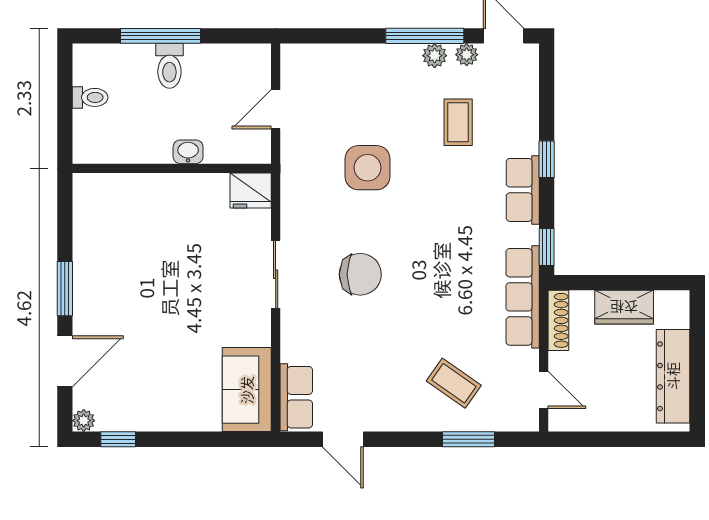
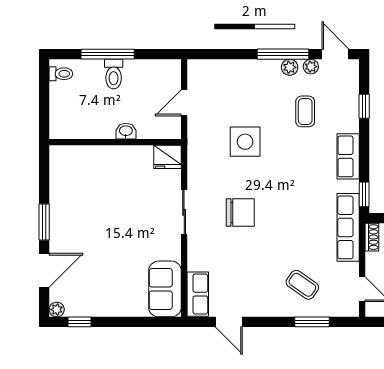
toilet: (90, 97) -> (61, 74), moved
window: (547, 159) -> (364, 106), moved
shoe rack: (558, 320) -> (372, 237), width x0.70

